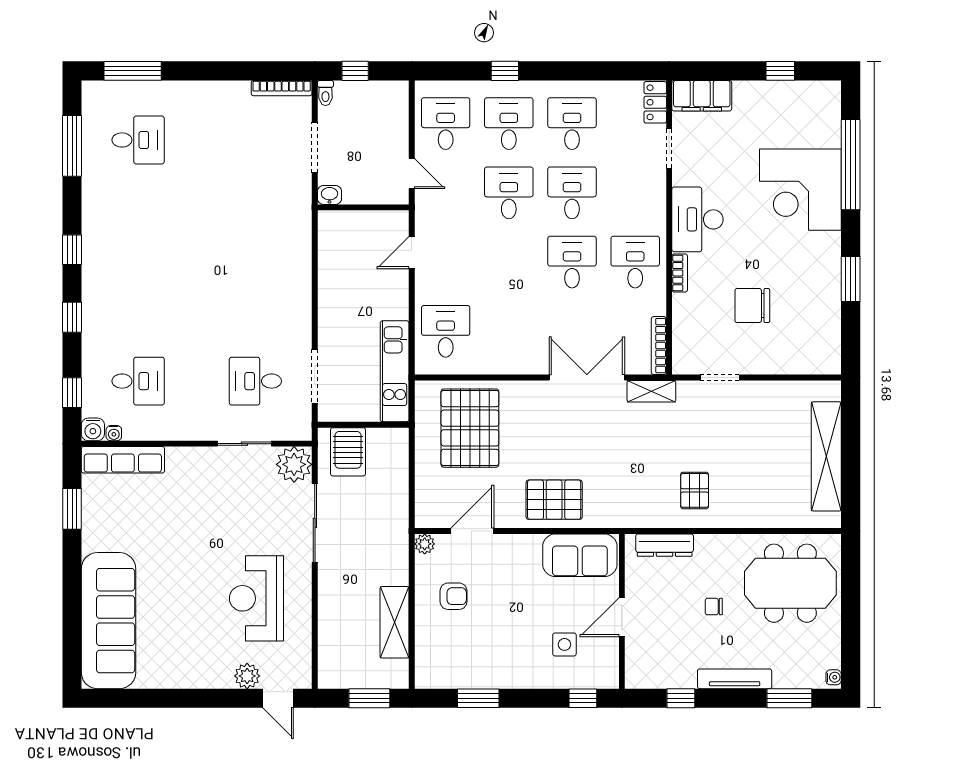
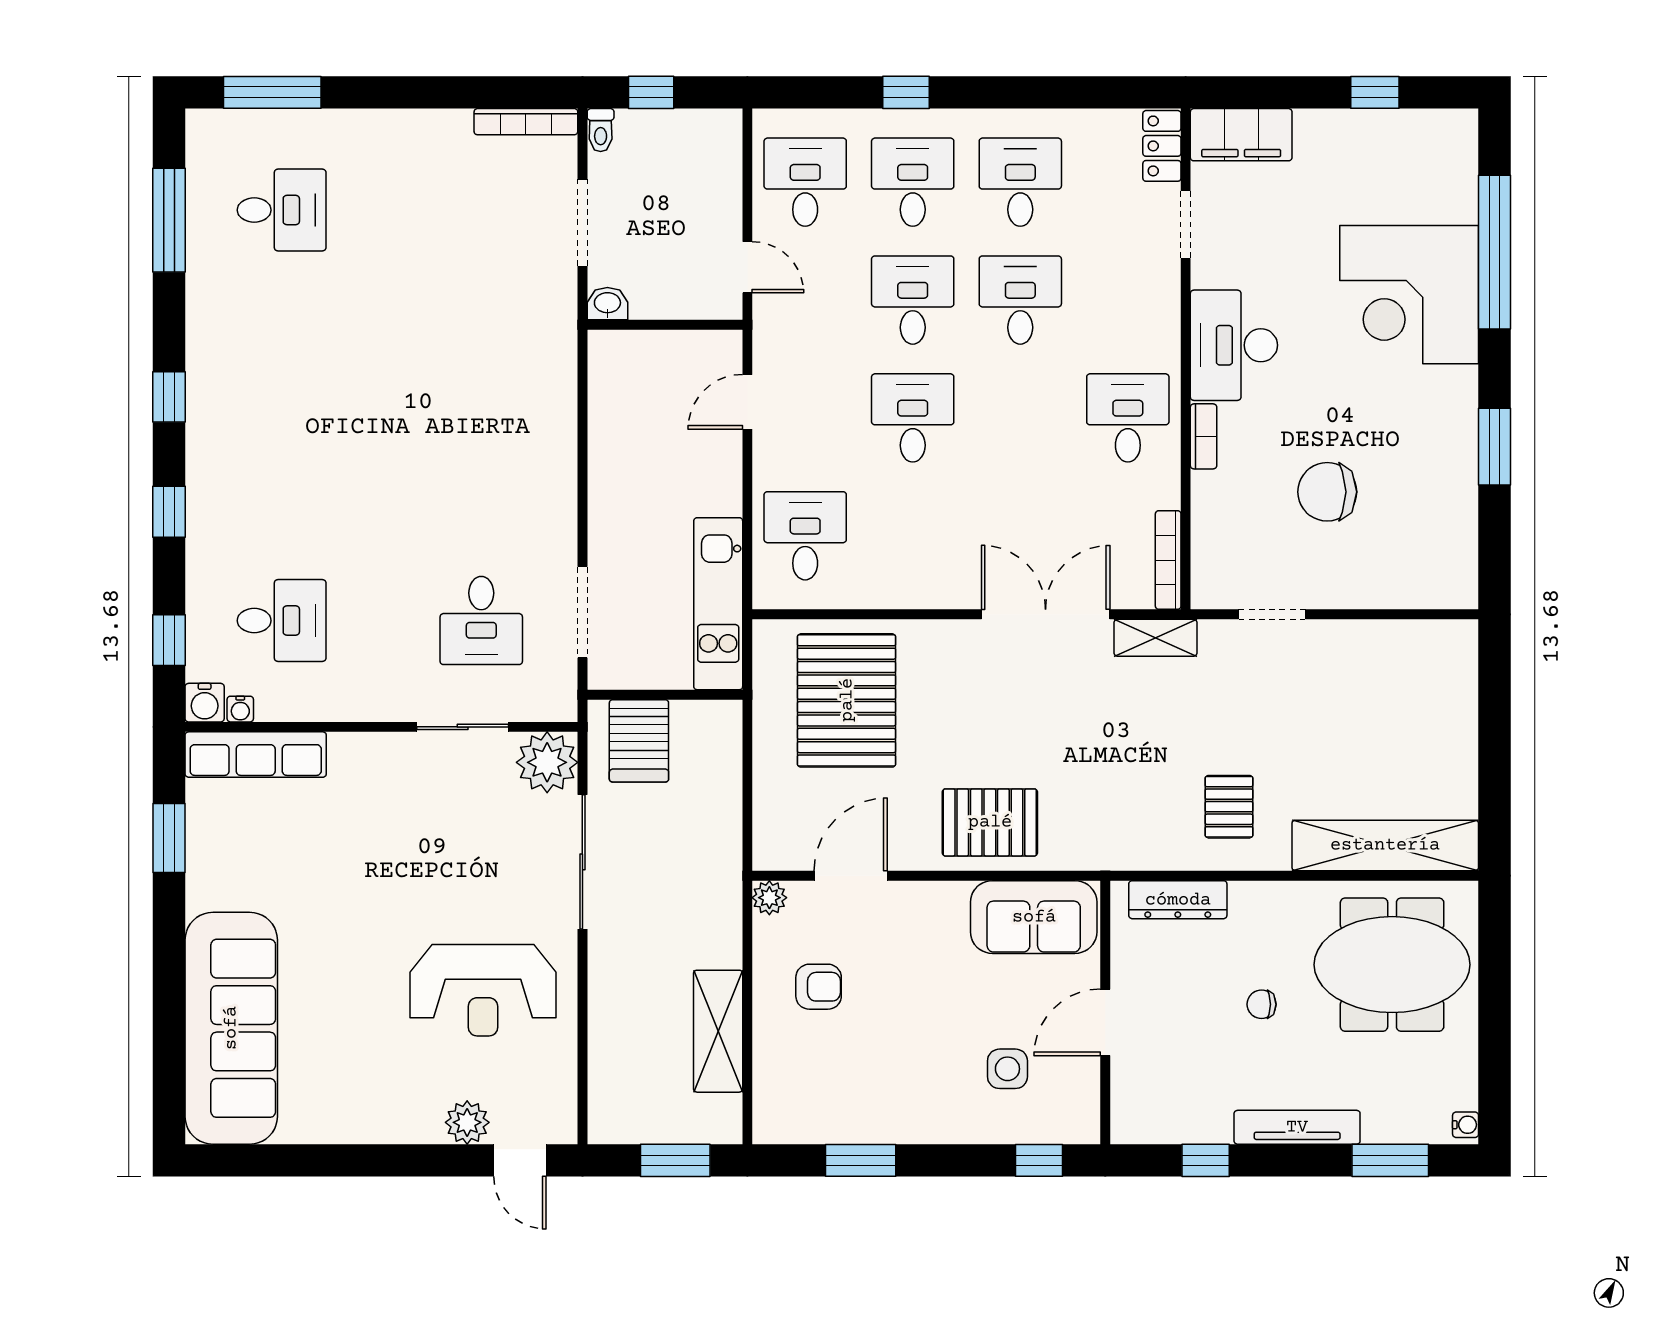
desk: (572, 262) -> (913, 418), moved
desk: (255, 381) -> (481, 621), turned -90
shelving: (826, 456) -> (1385, 845), moved, turned 90
reception desk: (256, 598) -> (483, 990), turned -90

